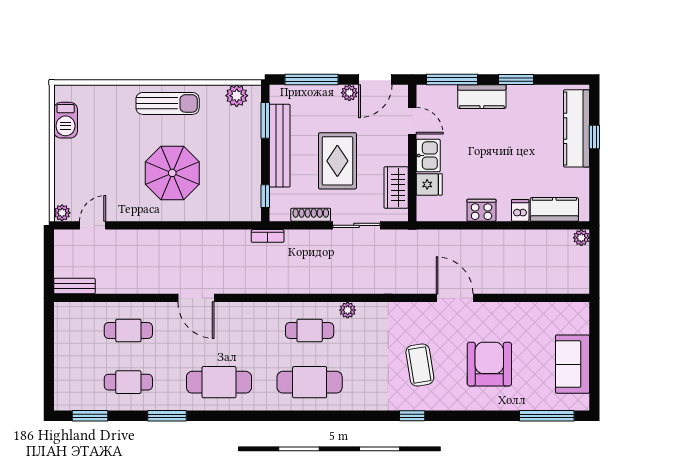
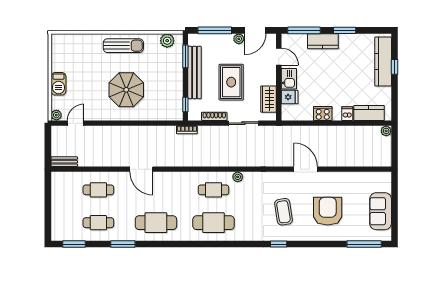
barbecue: (66, 120) -> (59, 84), moved

